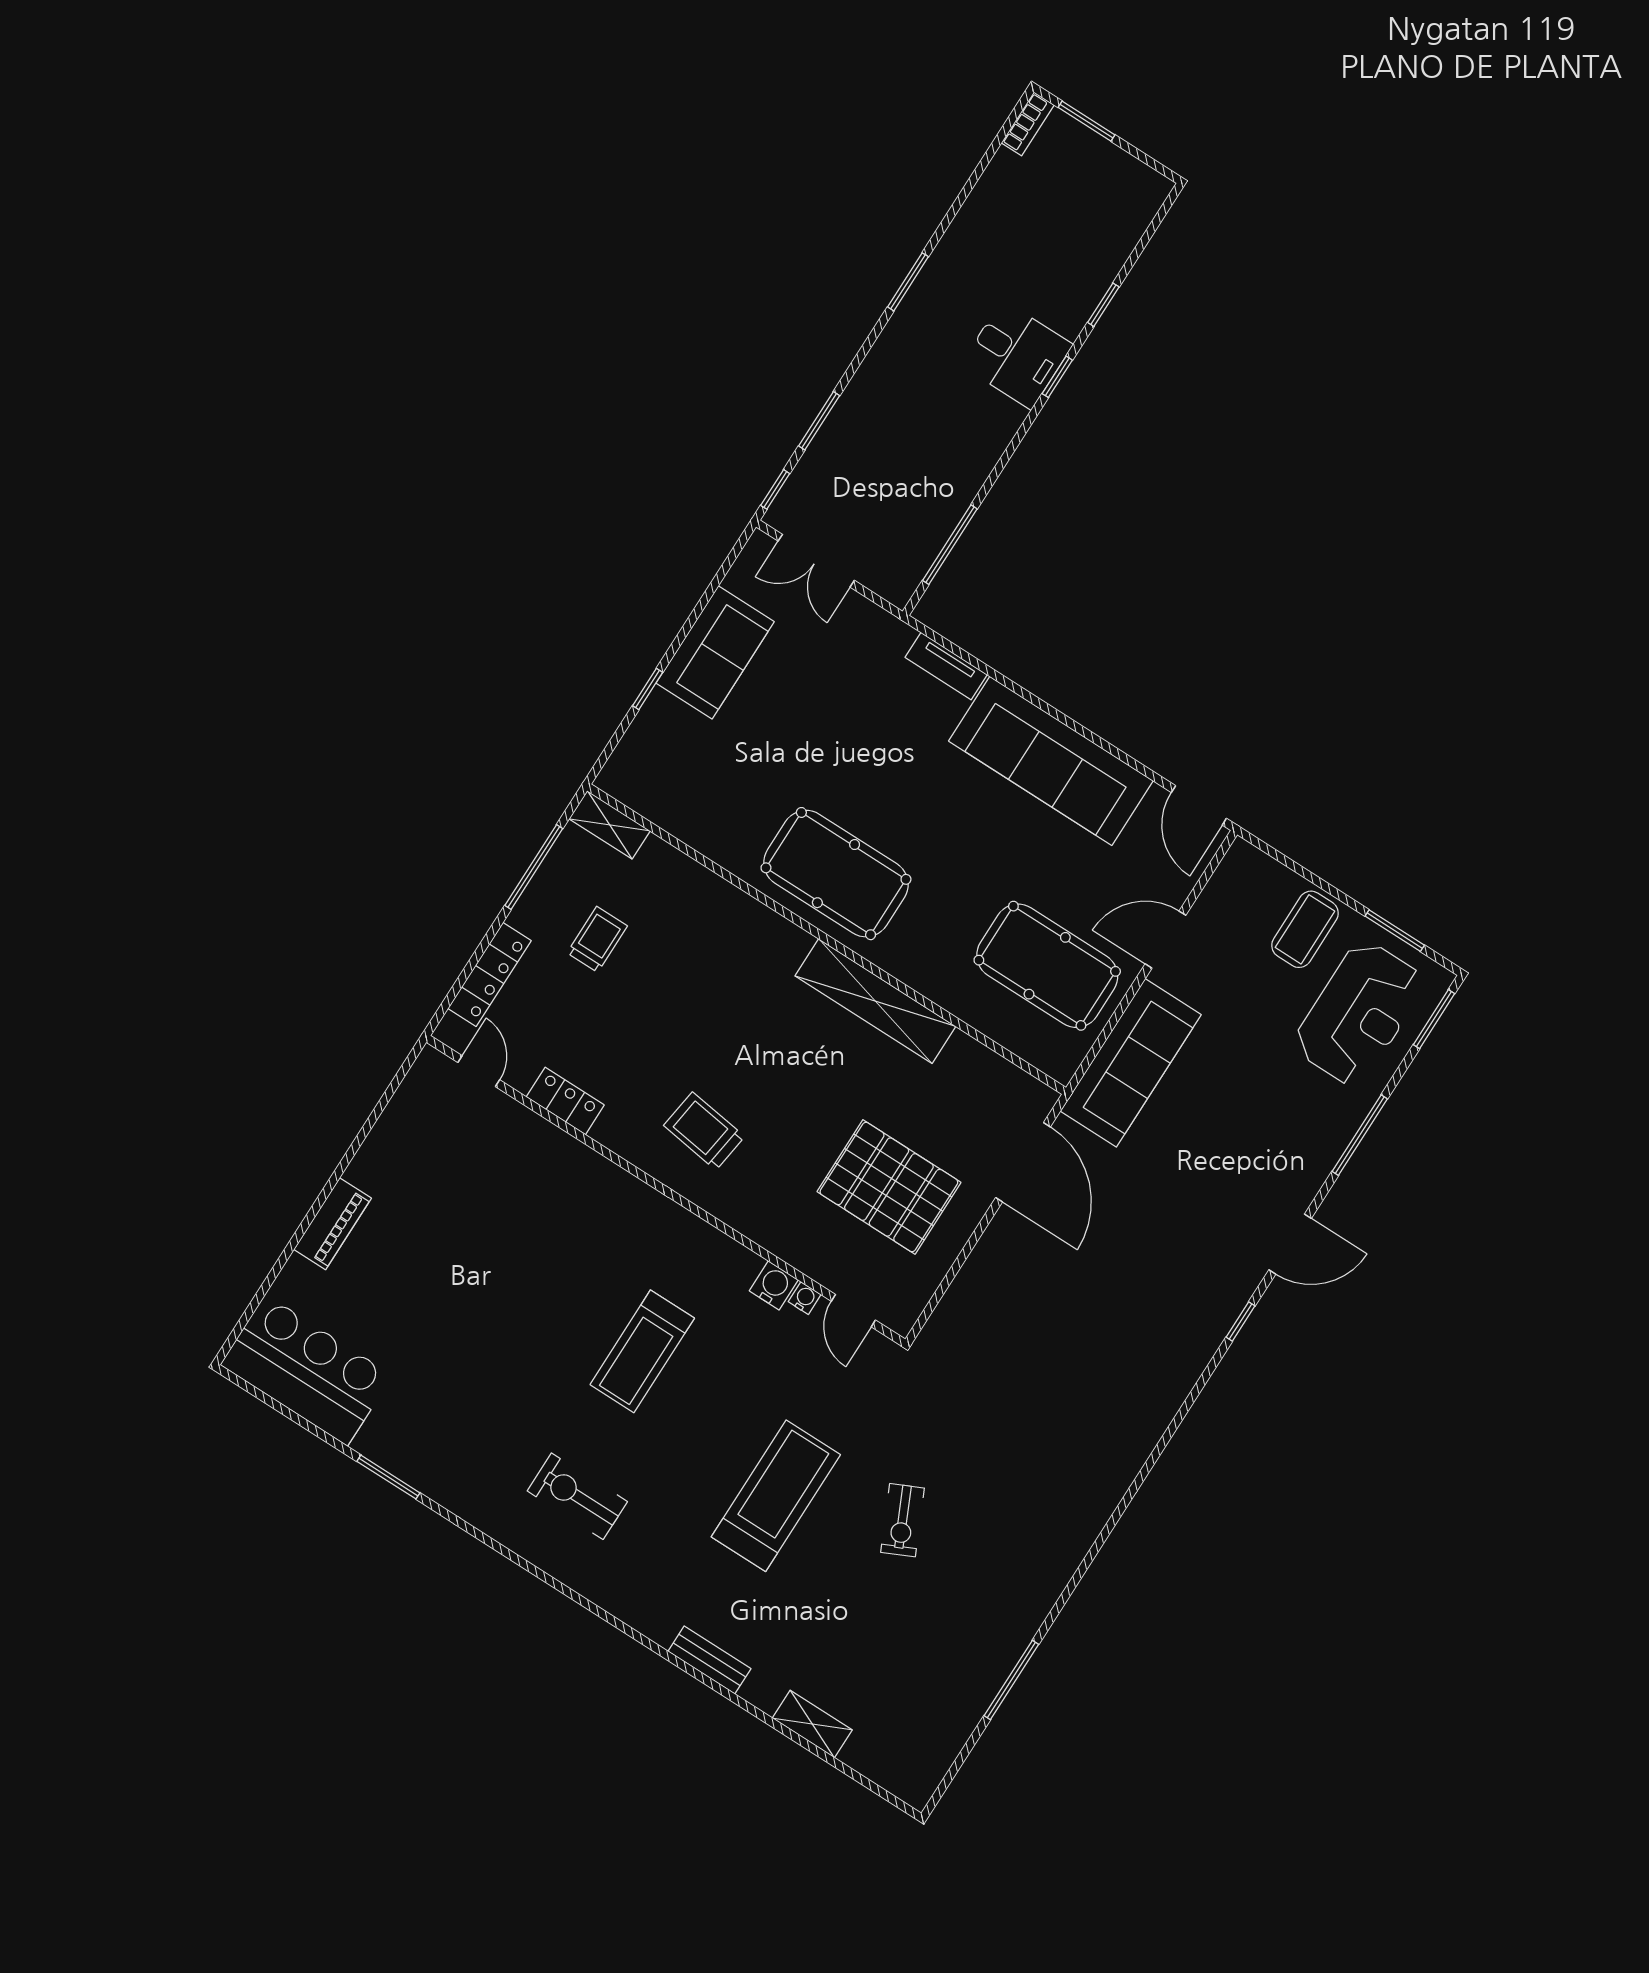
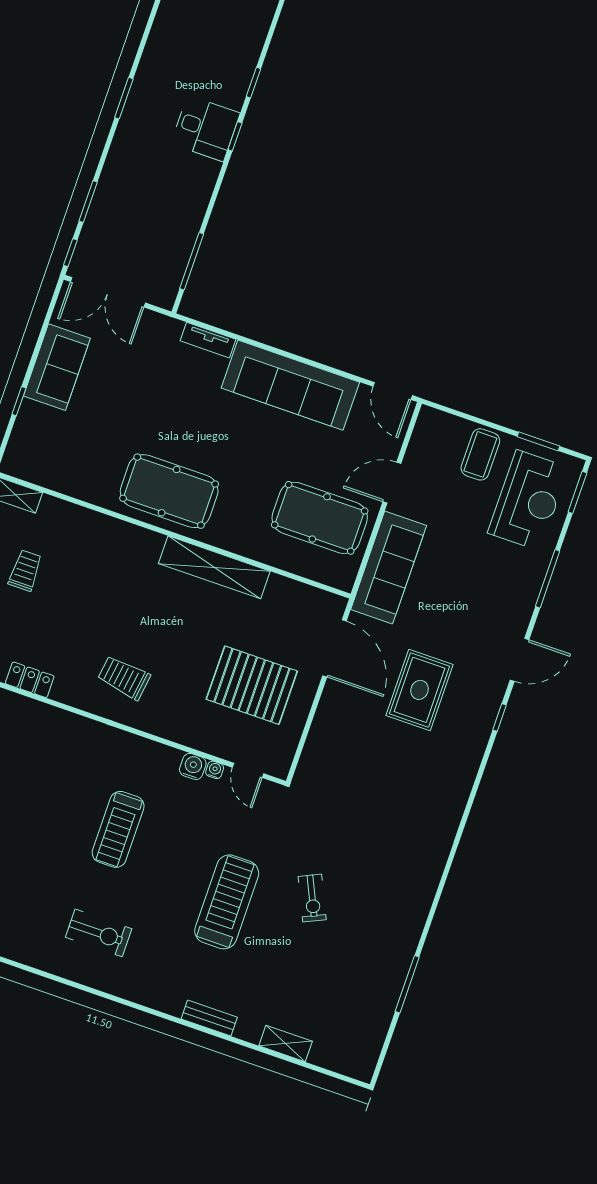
double door: (816, 561) -> (108, 292), width x1.37
rug: (1133, 1253) -> (420, 690), added
exercise bike: (577, 1496) -> (99, 933), turned 180

